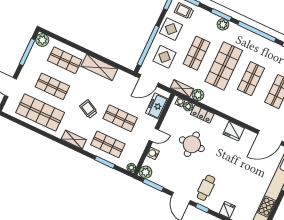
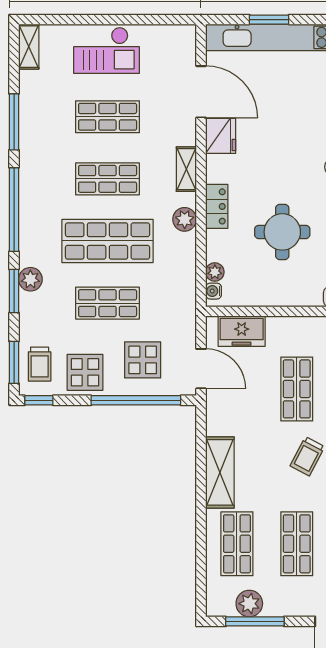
plant: (42, 40) -> (249, 604), moved
shelving: (182, 88) -> (186, 169), moved
plant: (198, 95) -> (185, 219), moved
locker: (202, 114) -> (217, 206), moved
fridge: (234, 131) -> (221, 136), moved
door: (154, 135) -> (299, 311), removed

